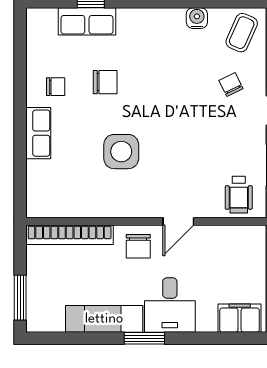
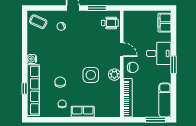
water cooler: (197, 18) -> (32, 59), moved
row of seats: (87, 21) -> (33, 90), width x2.02
plant: (122, 205) -> (114, 75), added
exam couch: (104, 319) -> (165, 100), moved

